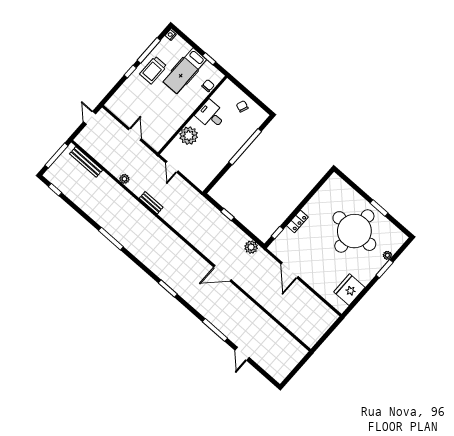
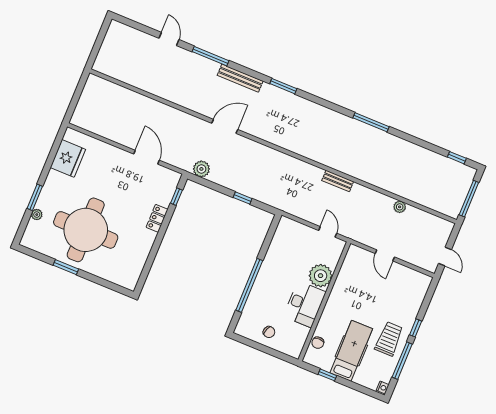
desk: (211, 115) -> (305, 304), width x1.37
bench: (86, 162) -> (240, 78), moved
plant: (124, 179) -> (400, 207), moved

